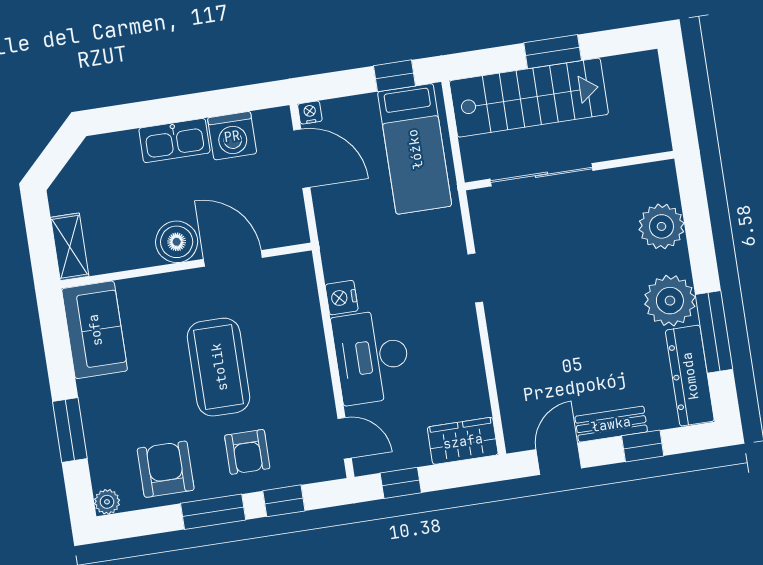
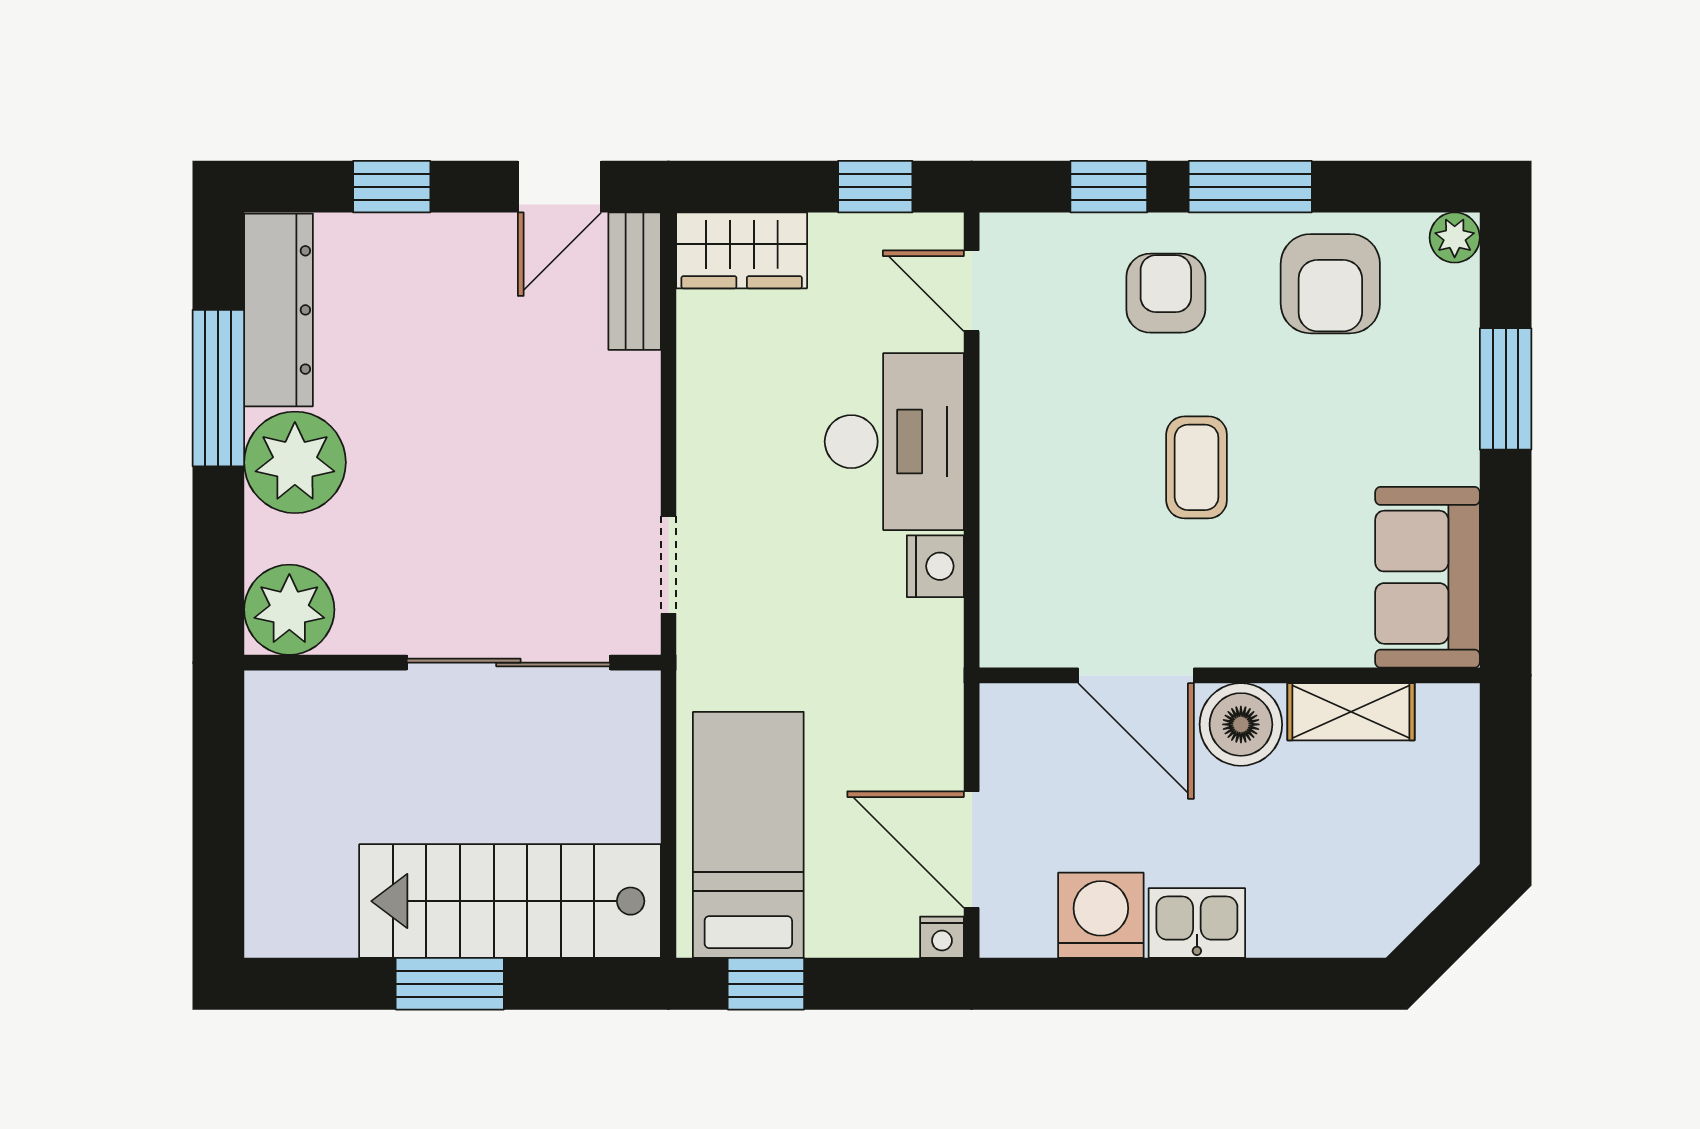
kitchen sink: (174, 141) -> (1197, 923), width x0.73
wall: (569, 171) -> (452, 663), moved
sliding door: (541, 175) -> (508, 663), moved
shelving: (70, 247) -> (1351, 712), moved, turned 90
coffee table: (219, 367) -> (1197, 467), width x0.54, depth x0.58
bench: (611, 424) -> (635, 281), moved, turned 90

